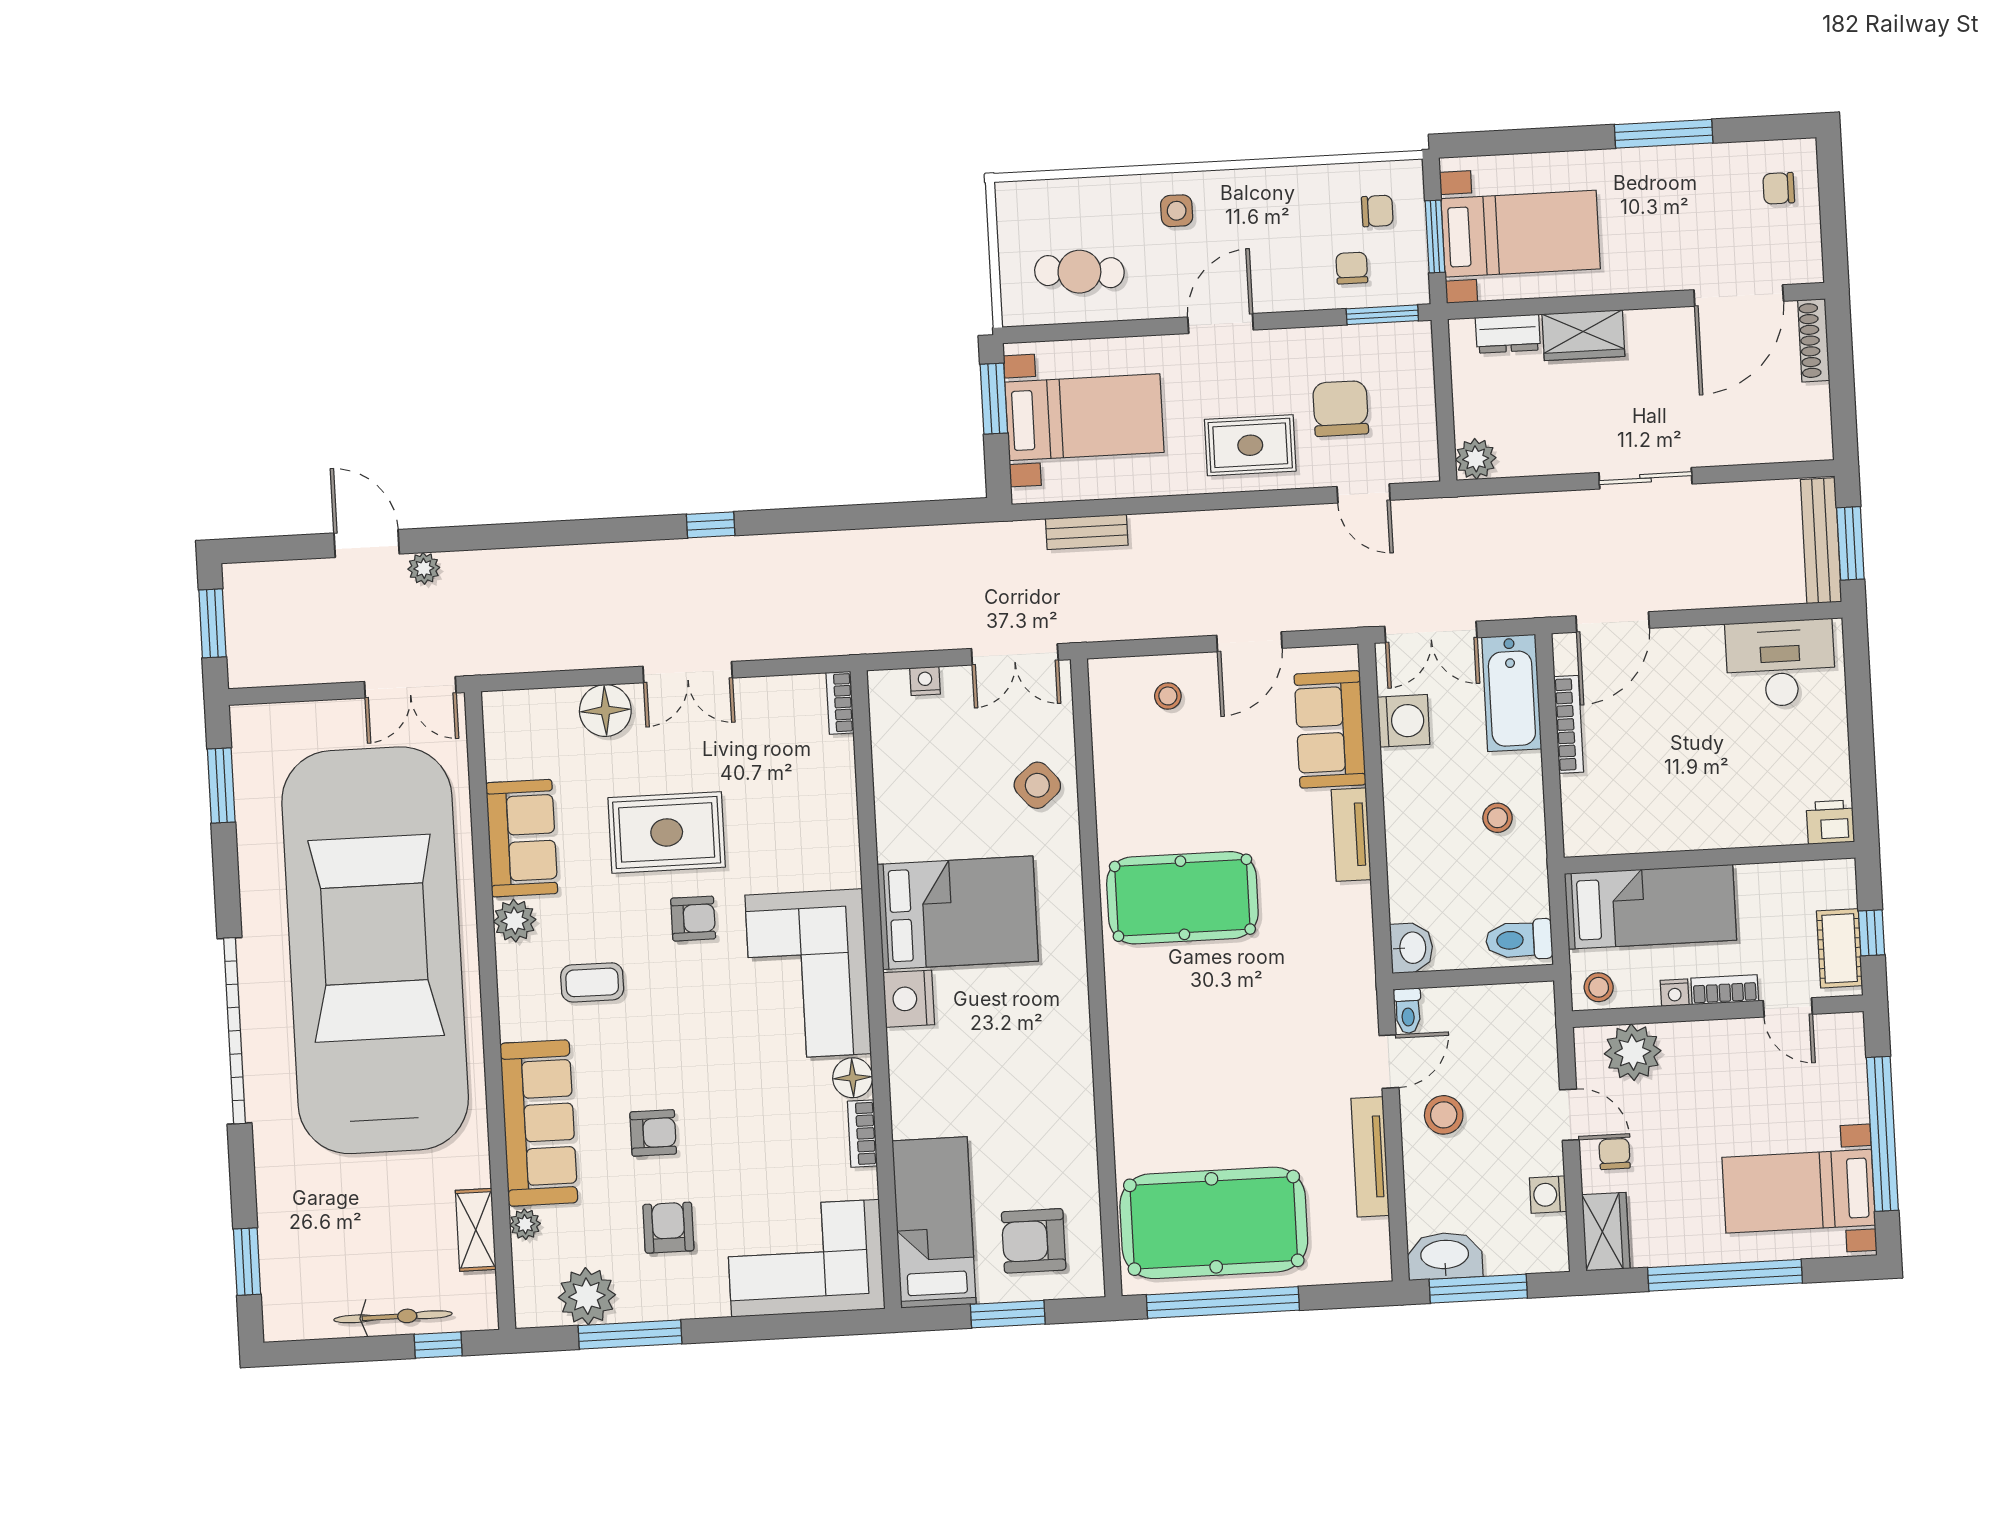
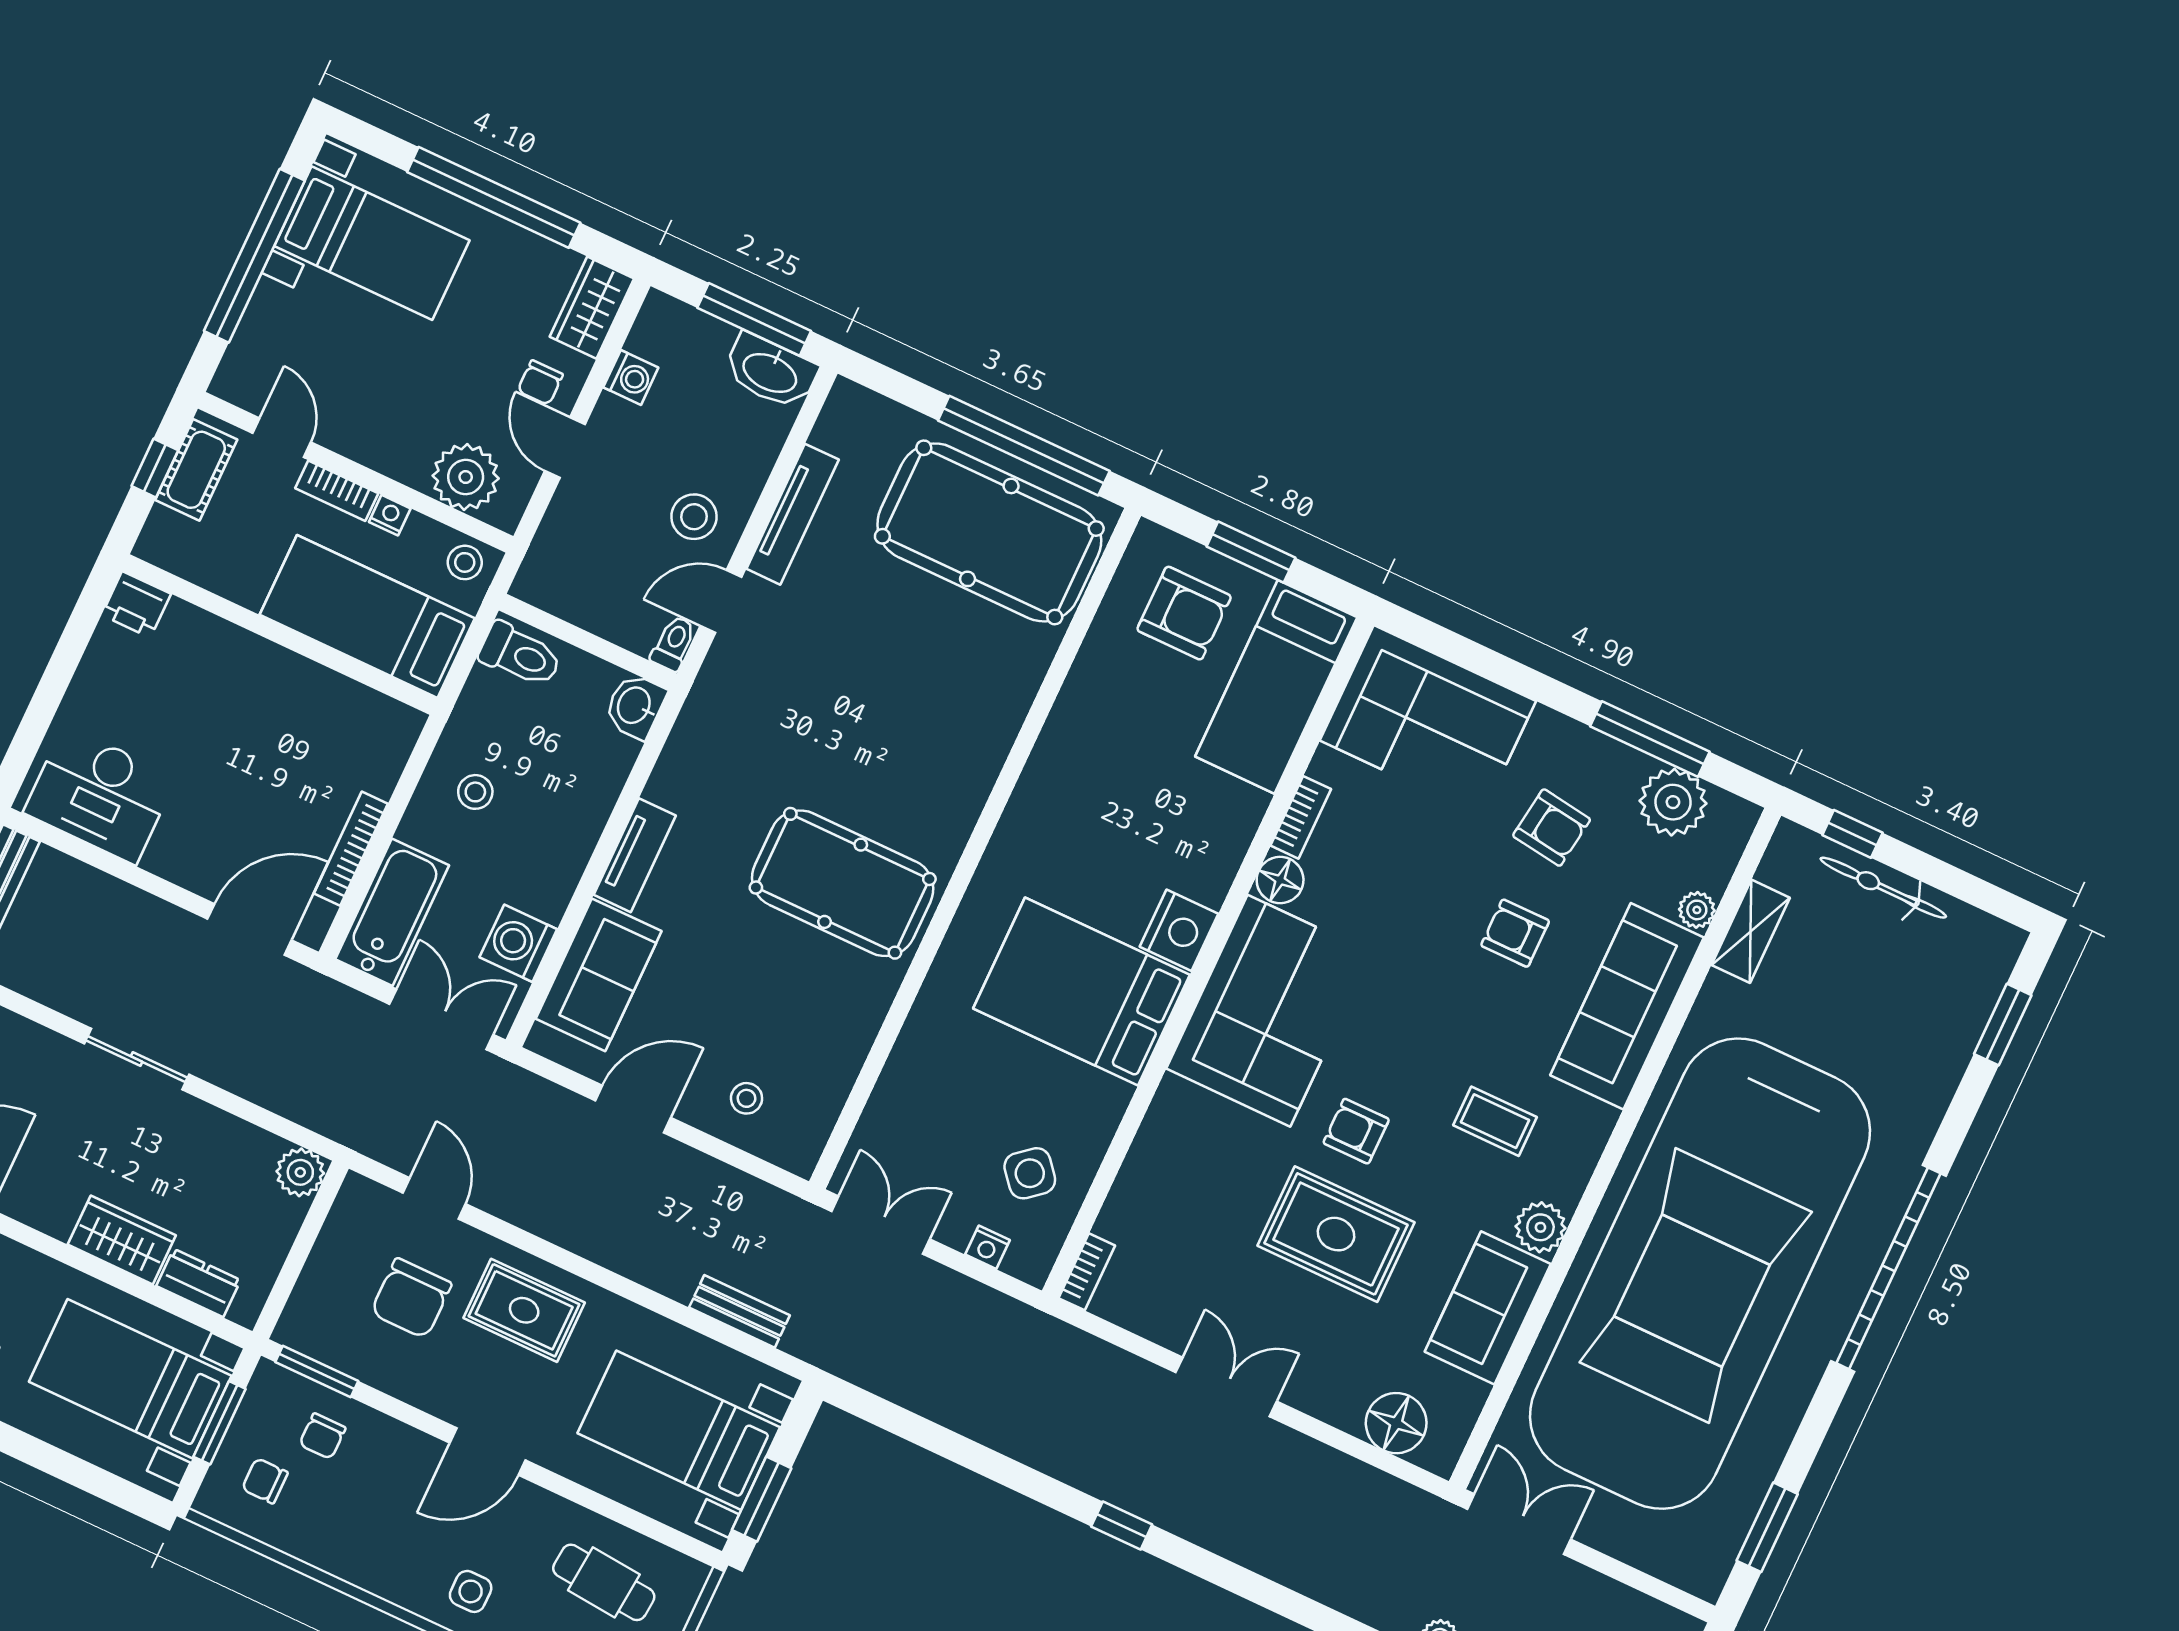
floor lamp: (605, 710) -> (1396, 1423), moved
side table: (1037, 785) -> (1030, 1173), moved
armchair: (668, 1228) -> (1552, 828), turned -82

